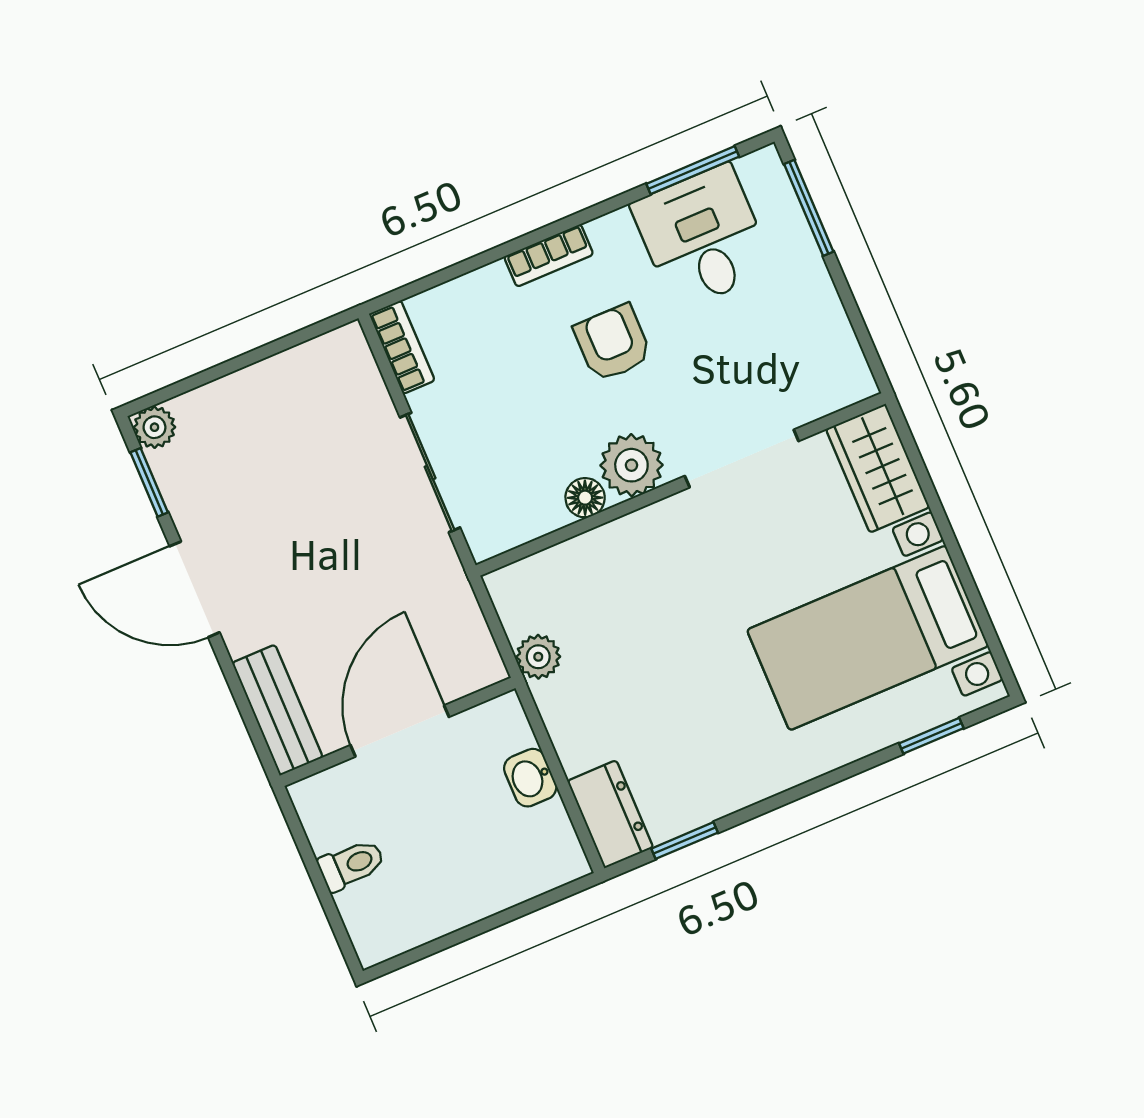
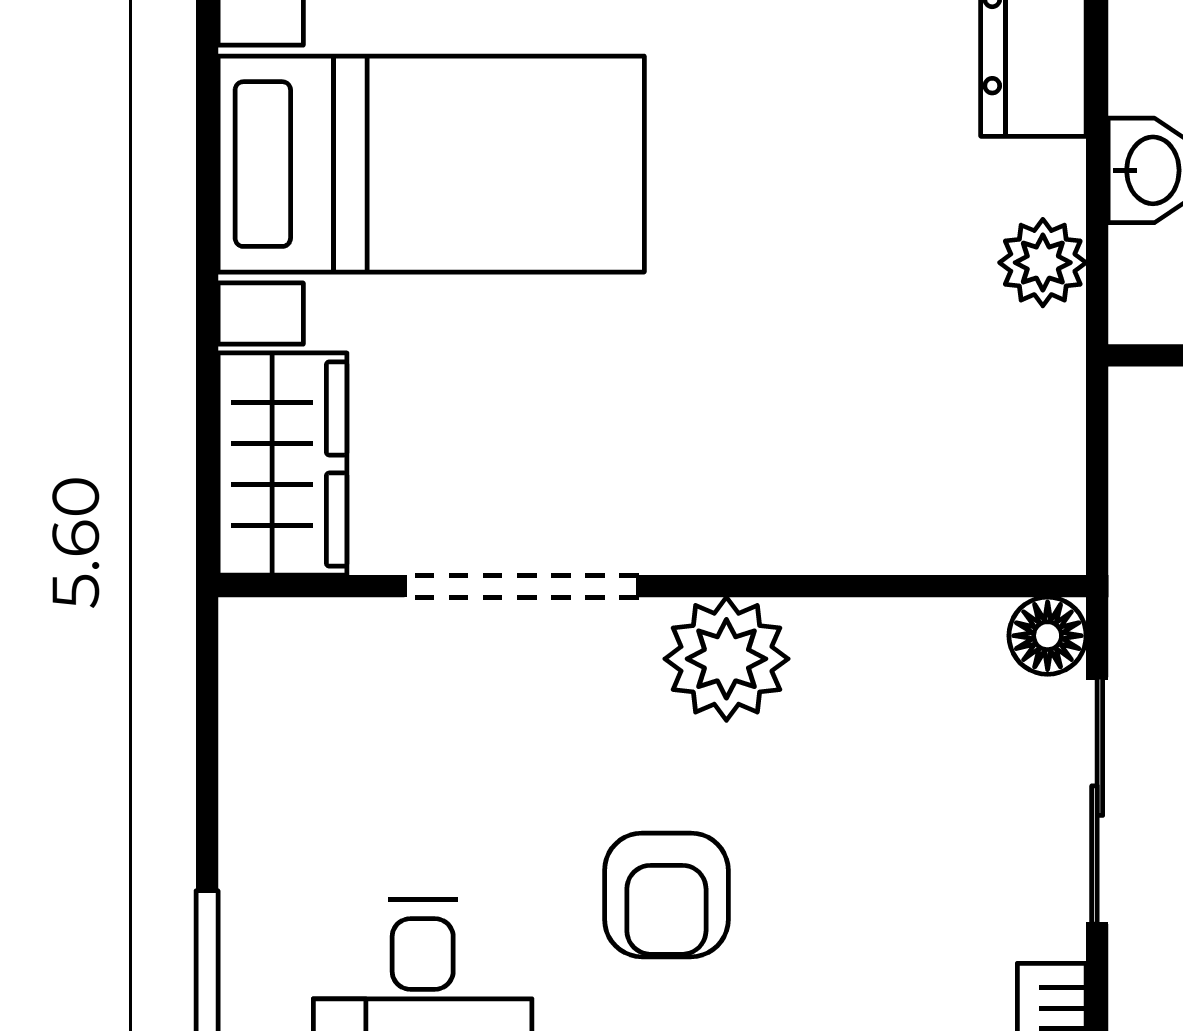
floor lamp: (585, 498) -> (1048, 636), moved
plant: (538, 657) -> (1043, 263), moved

